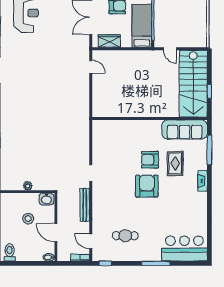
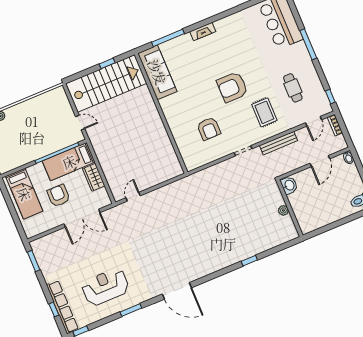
wardrobe: (109, 41) -> (94, 177), moved
door: (170, 49) -> (80, 123), hinge flipped
armchair: (150, 160) -> (209, 129), moved
rug: (175, 163) -> (264, 112), moved, turned 90
stool: (28, 219) -> (317, 196), removed

